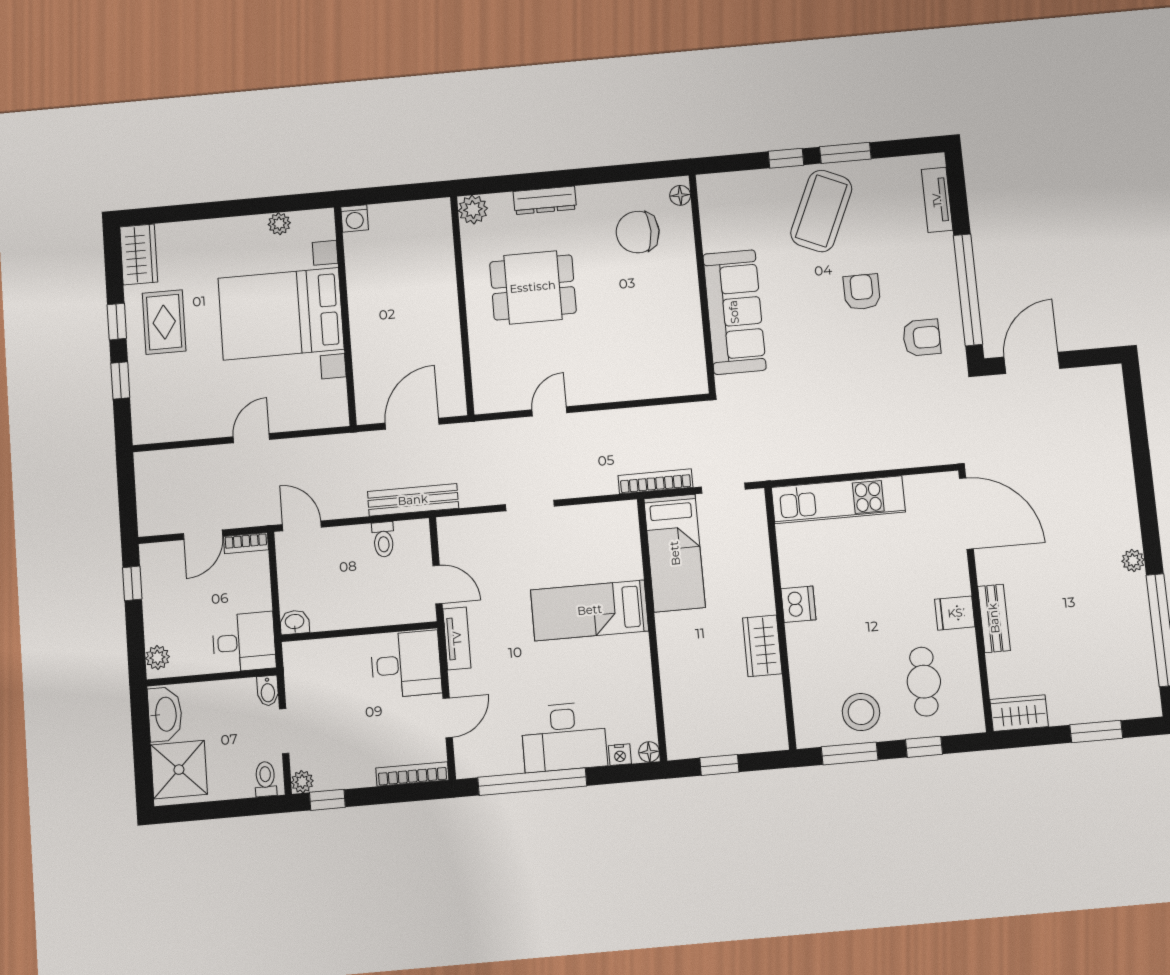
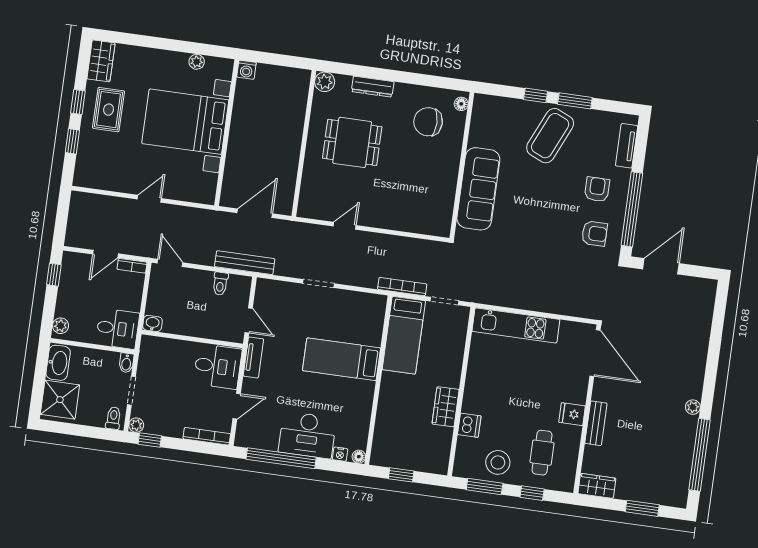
armchair: (862, 292) -> (597, 189), moved
dishwasher: (798, 604) -> (469, 425), moved

